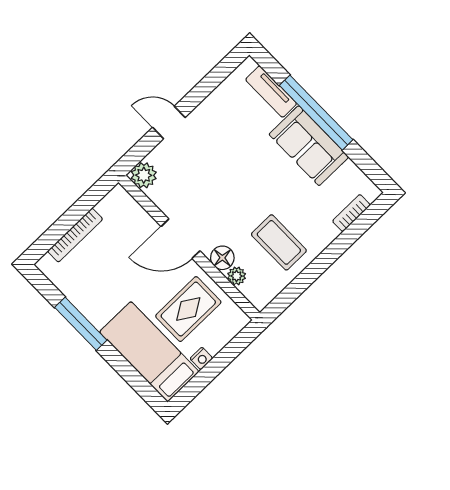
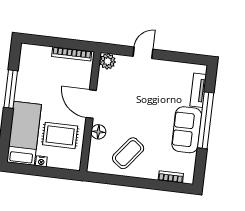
door: (169, 122) -> (143, 53), hinge flipped
bookcase: (75, 235) -> (72, 54), moved
coffee table: (279, 242) -> (128, 153), turned 38
plant: (237, 276) -> (95, 146), removed

